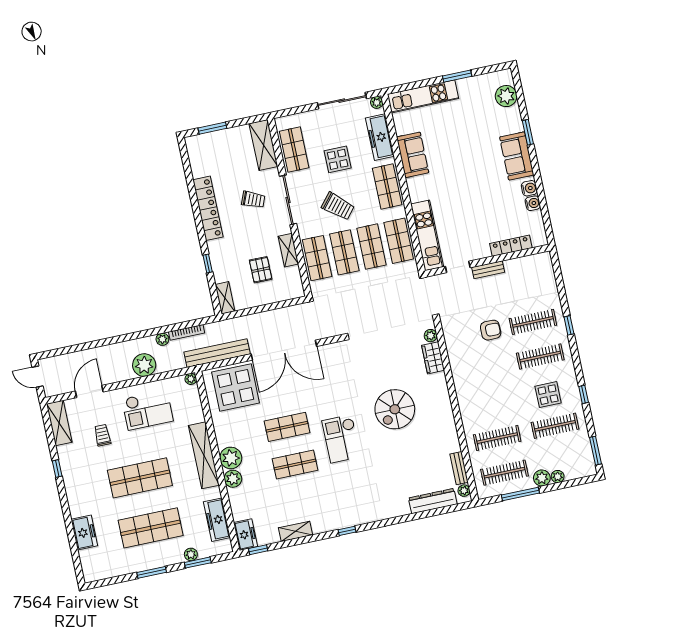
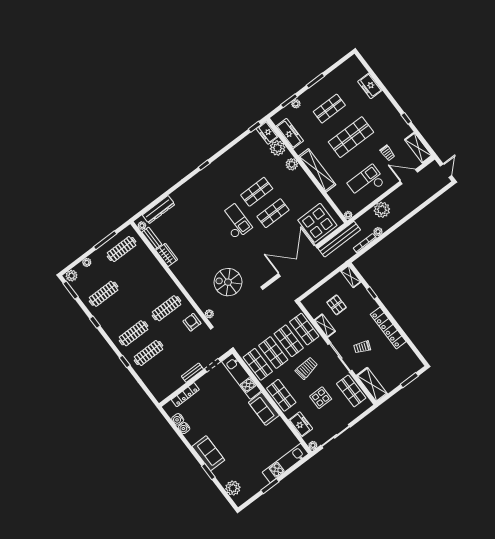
freezer: (380, 137) -> (301, 424), width x0.71
sofa: (413, 155) -> (264, 409), moved
water cooler: (529, 188) -> (178, 419), moved
trolley: (338, 206) -> (307, 368), turned 132
armchair: (491, 330) -> (192, 322), moved, turned 90
wardrobe: (433, 358) -> (167, 255), moved
door: (38, 377) -> (446, 171), hinge flipped
door: (89, 392) -> (409, 177), swing flipped
display table: (548, 395) -> (117, 311), removed
spiral stairs: (395, 409) -> (228, 282), moved, turned -90
clothes rail: (497, 438) -> (167, 308), moved
plant: (231, 458) -> (278, 148), moved
plant: (542, 478) -> (72, 276), moved
shop shelf: (151, 528) -> (329, 109), width x0.70, depth x0.74
shelving: (296, 531) -> (236, 150), removed

